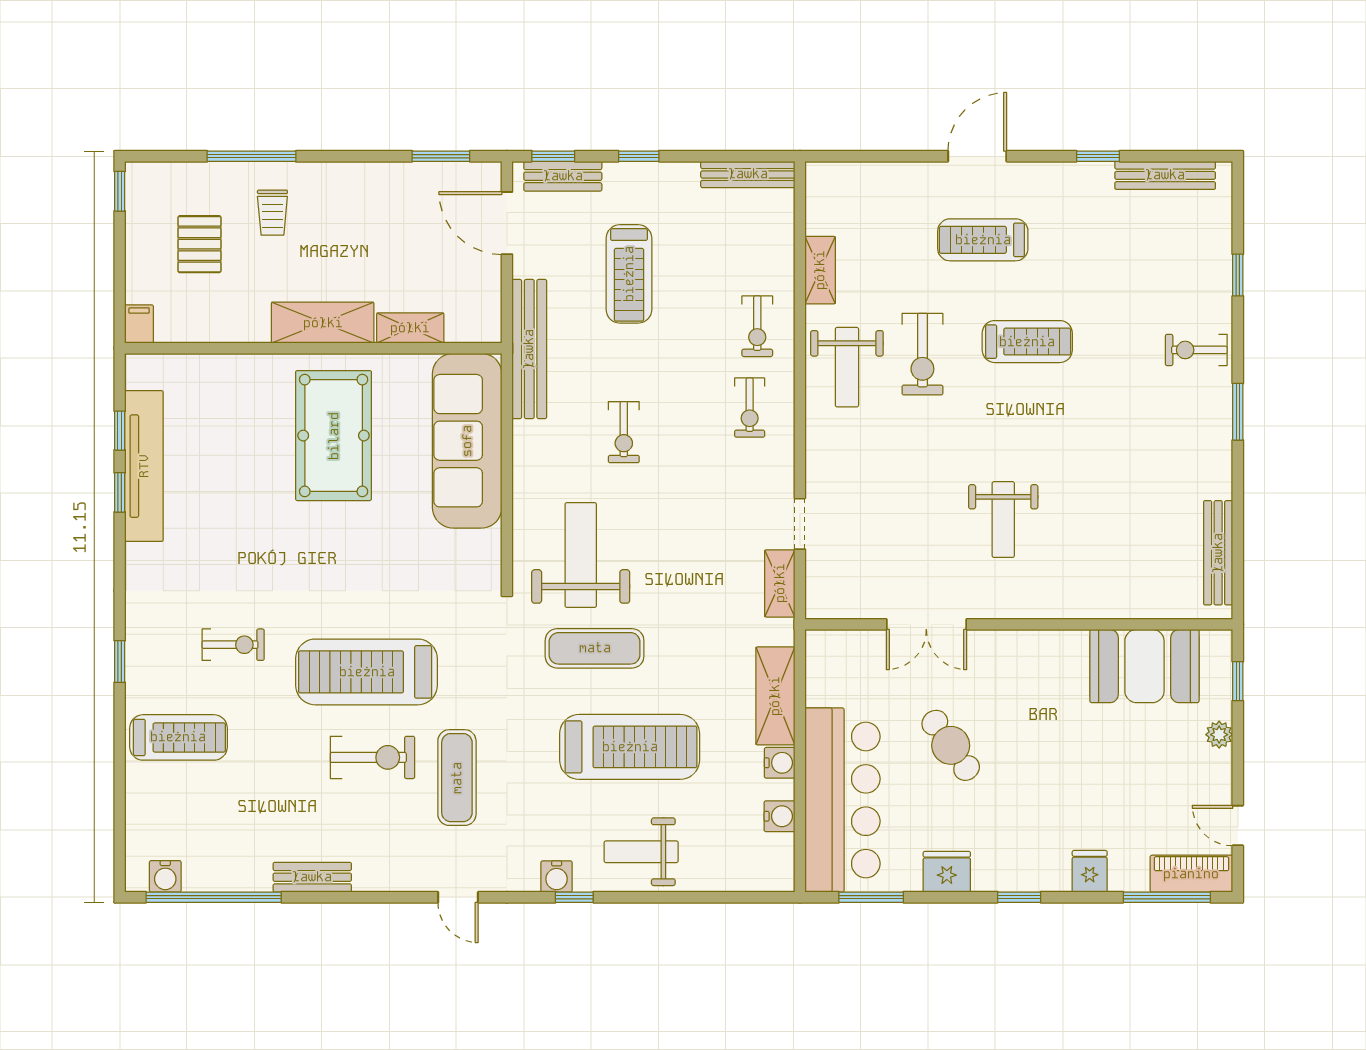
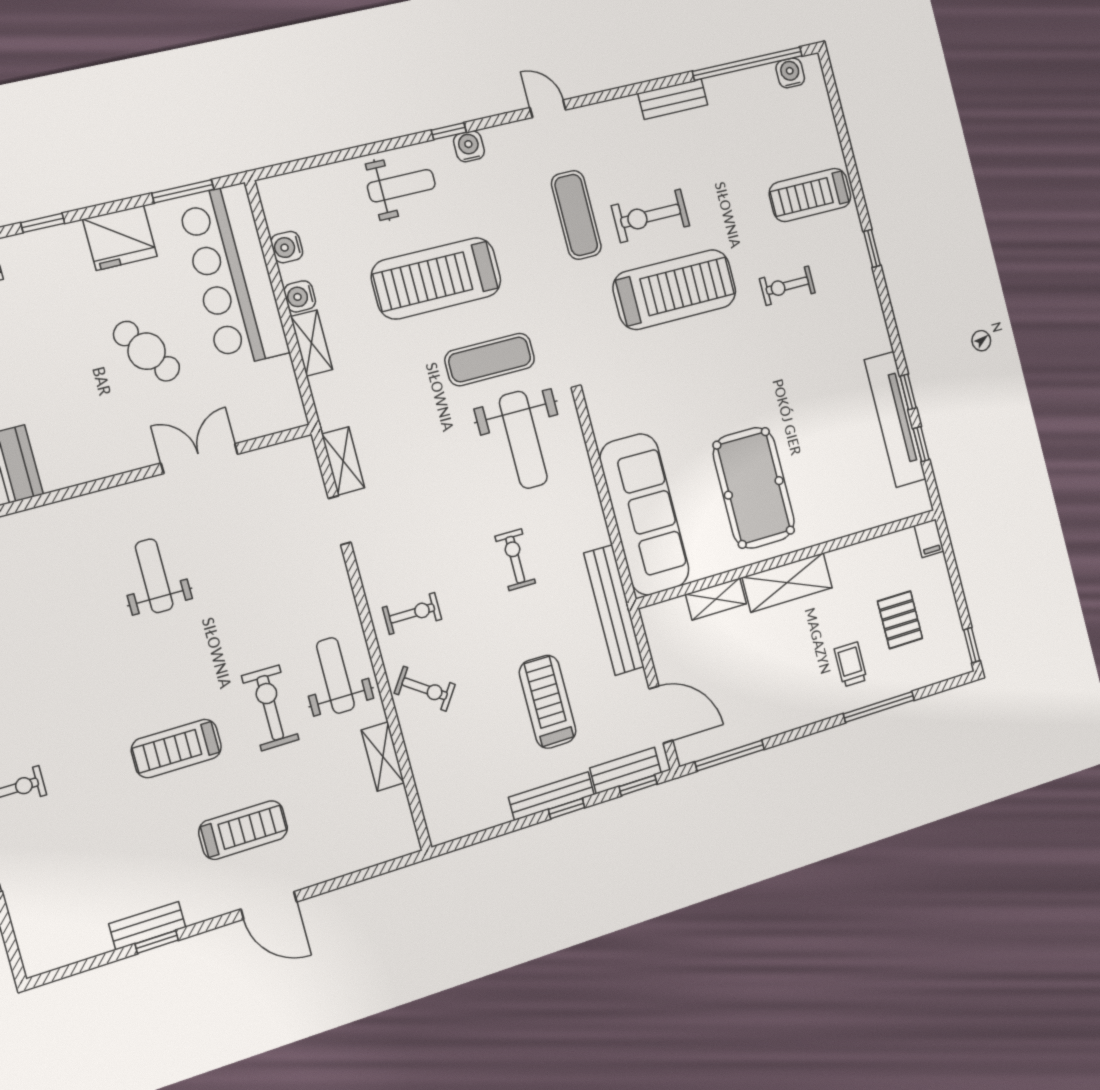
window: (441, 156) -> (730, 756), width x1.44
door: (977, 156) -> (269, 905), hinge flipped
bench: (748, 174) -> (552, 796), moved
bench: (1165, 175) -> (147, 926), moved, width x0.73
exercise bike: (757, 326) -> (425, 689), turned 125
exercise bike: (750, 408) -> (412, 613), turned 90
shelving: (775, 696) -> (311, 343), width x0.67, depth x0.75
fridge: (947, 872) -> (120, 238), width x1.36, depth x1.34

